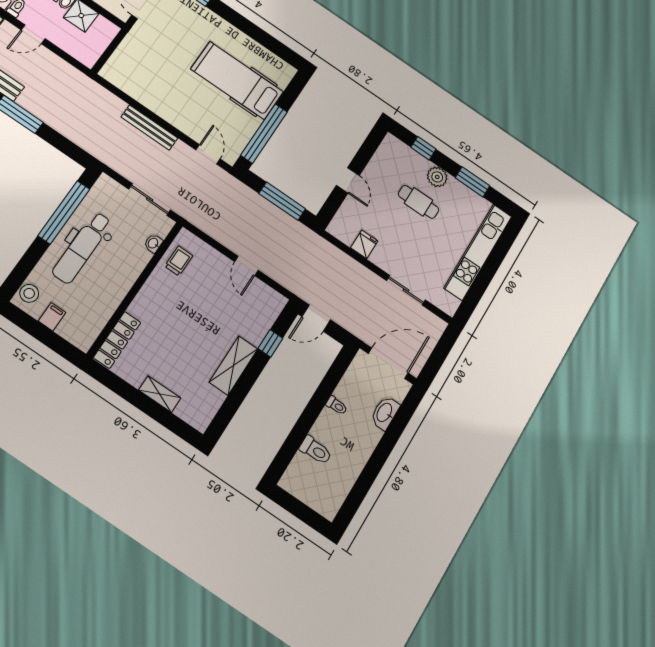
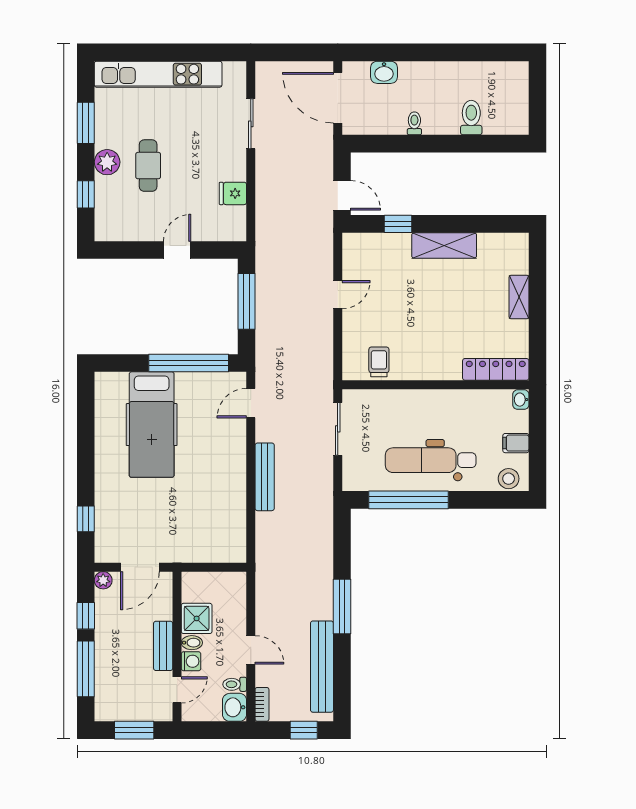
washbasin: (153, 243) -> (521, 400), moved, turned 90
dental chair: (82, 248) -> (431, 460), turned 180
trolley: (179, 261) -> (379, 362), turned 90
washbasin: (385, 413) -> (384, 72), width x0.72

